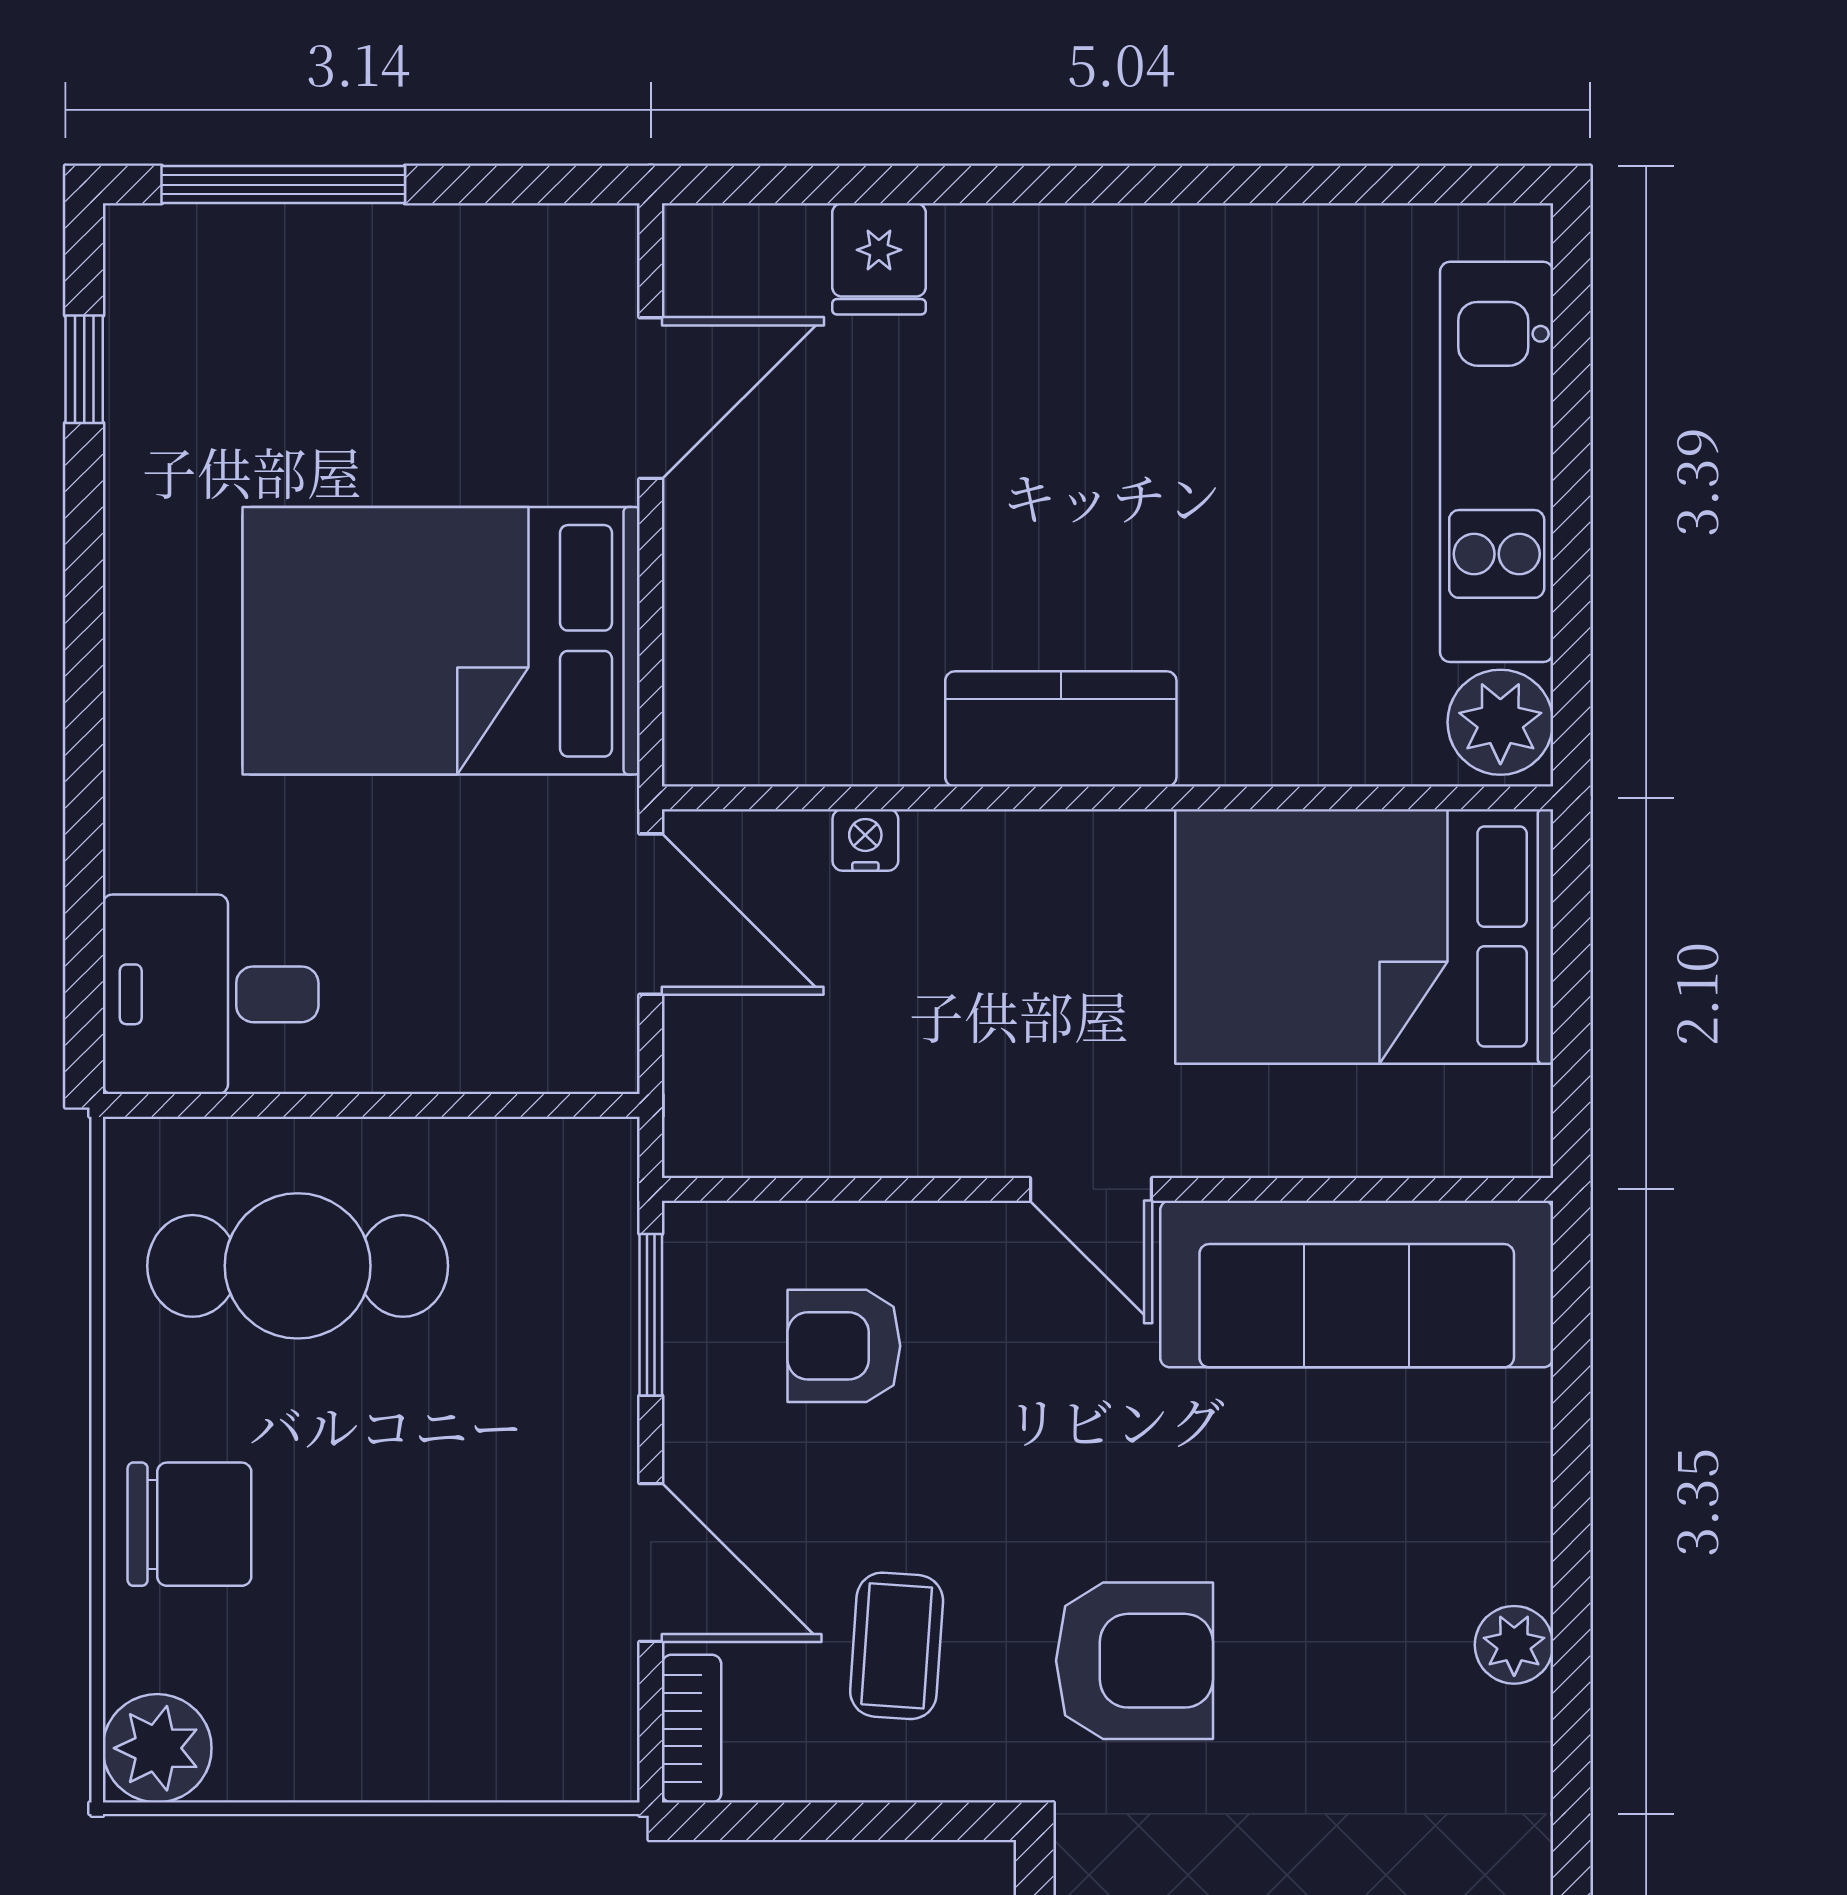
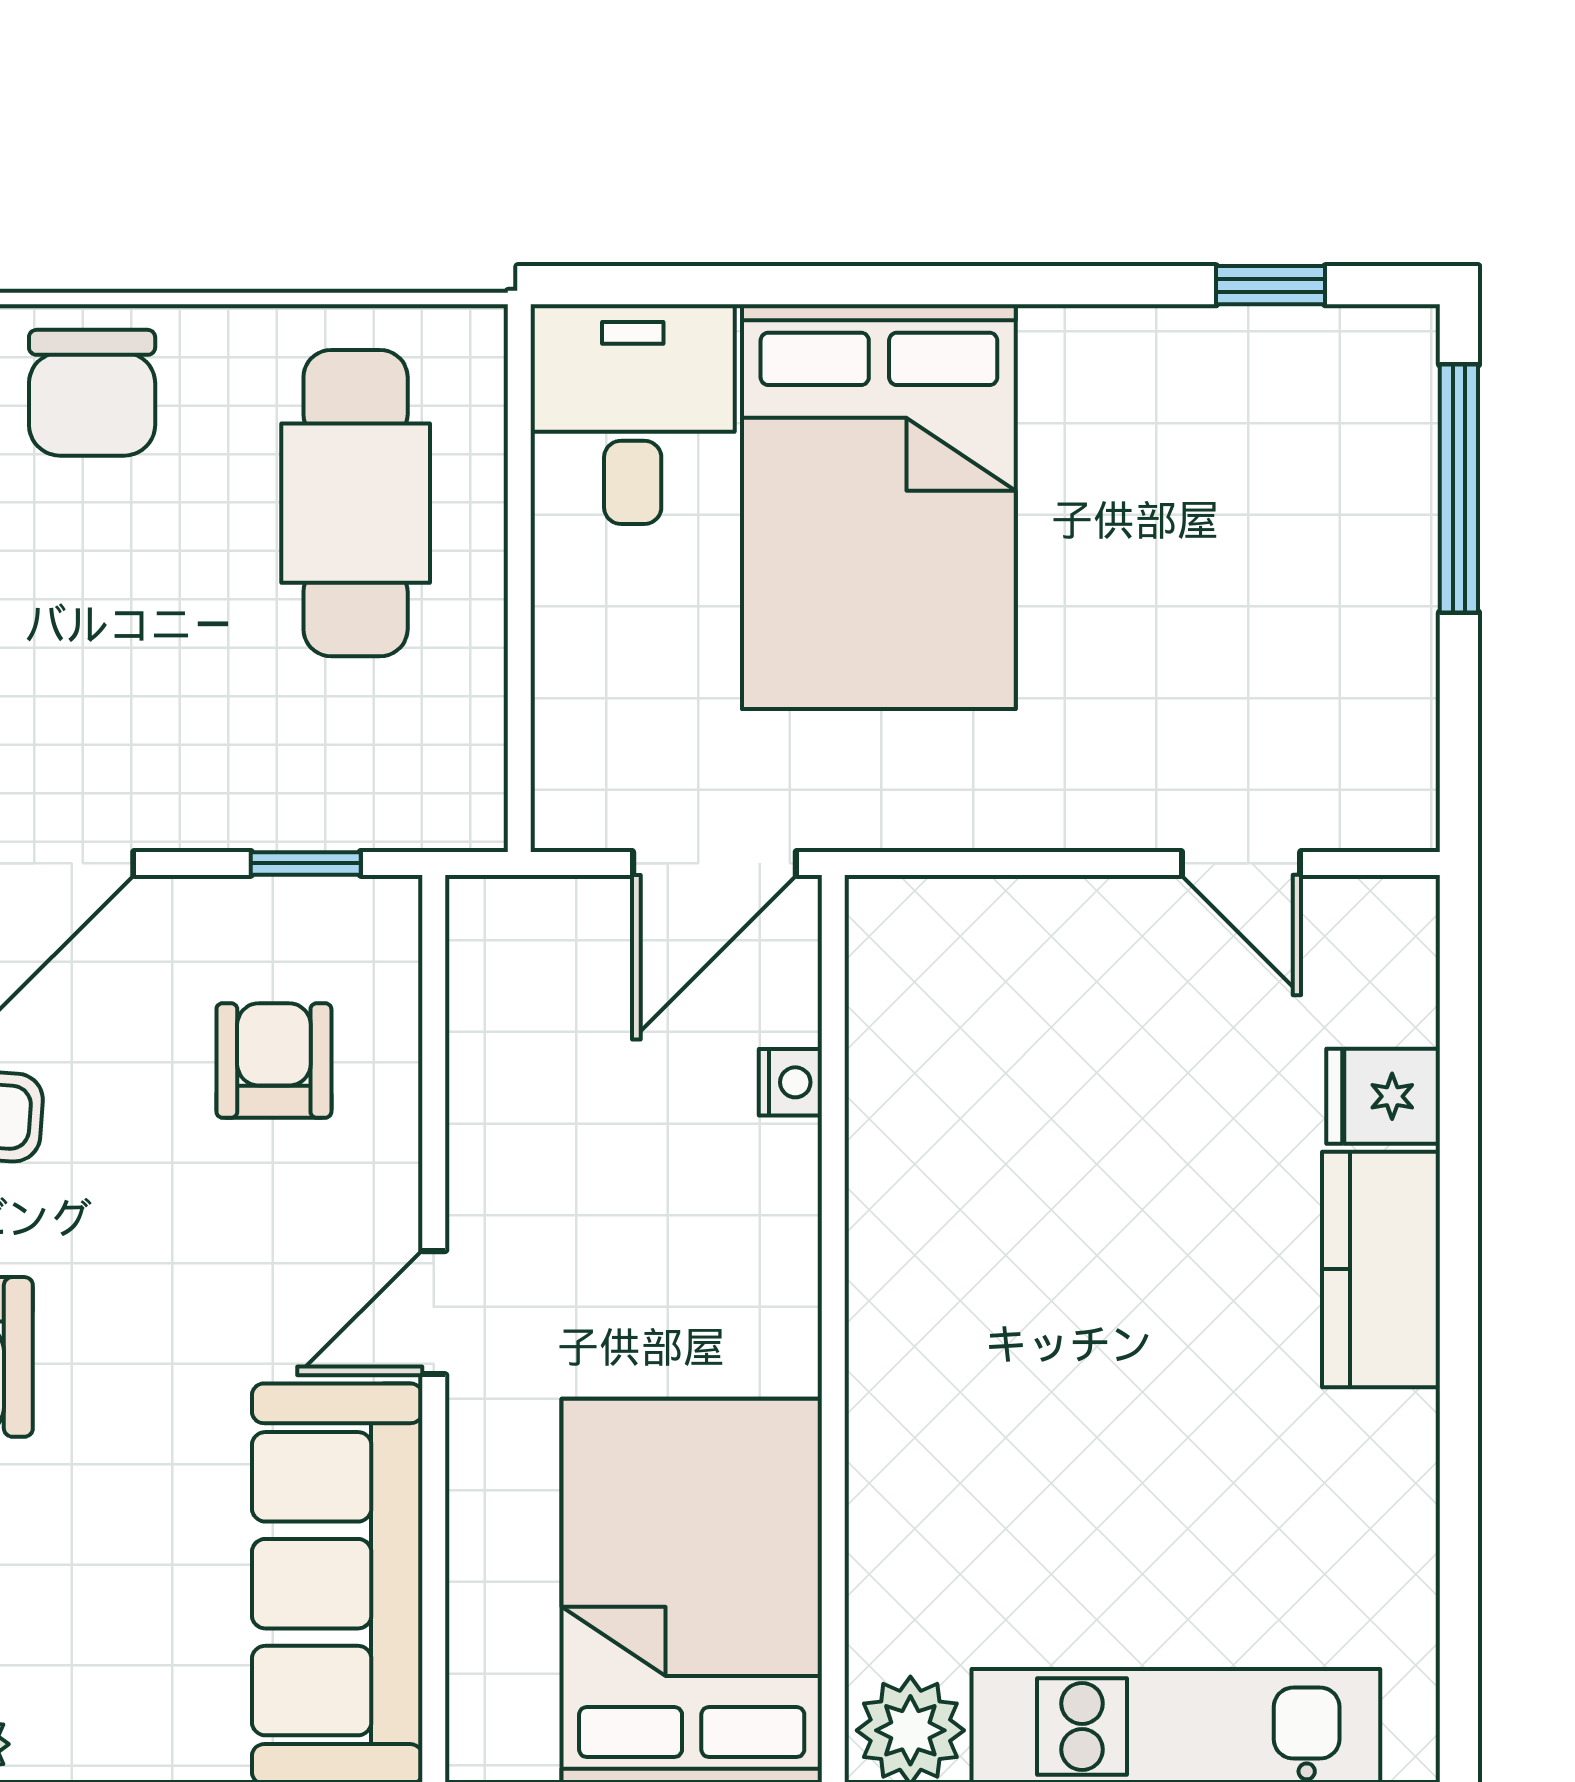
door: (651, 398) -> (1241, 863), width x0.73
bed: (441, 641) -> (879, 507), moved, turned 180
kitchen counter: (1061, 729) -> (1381, 1269), moved, turned 180
window: (651, 1315) -> (306, 863), width x0.67

